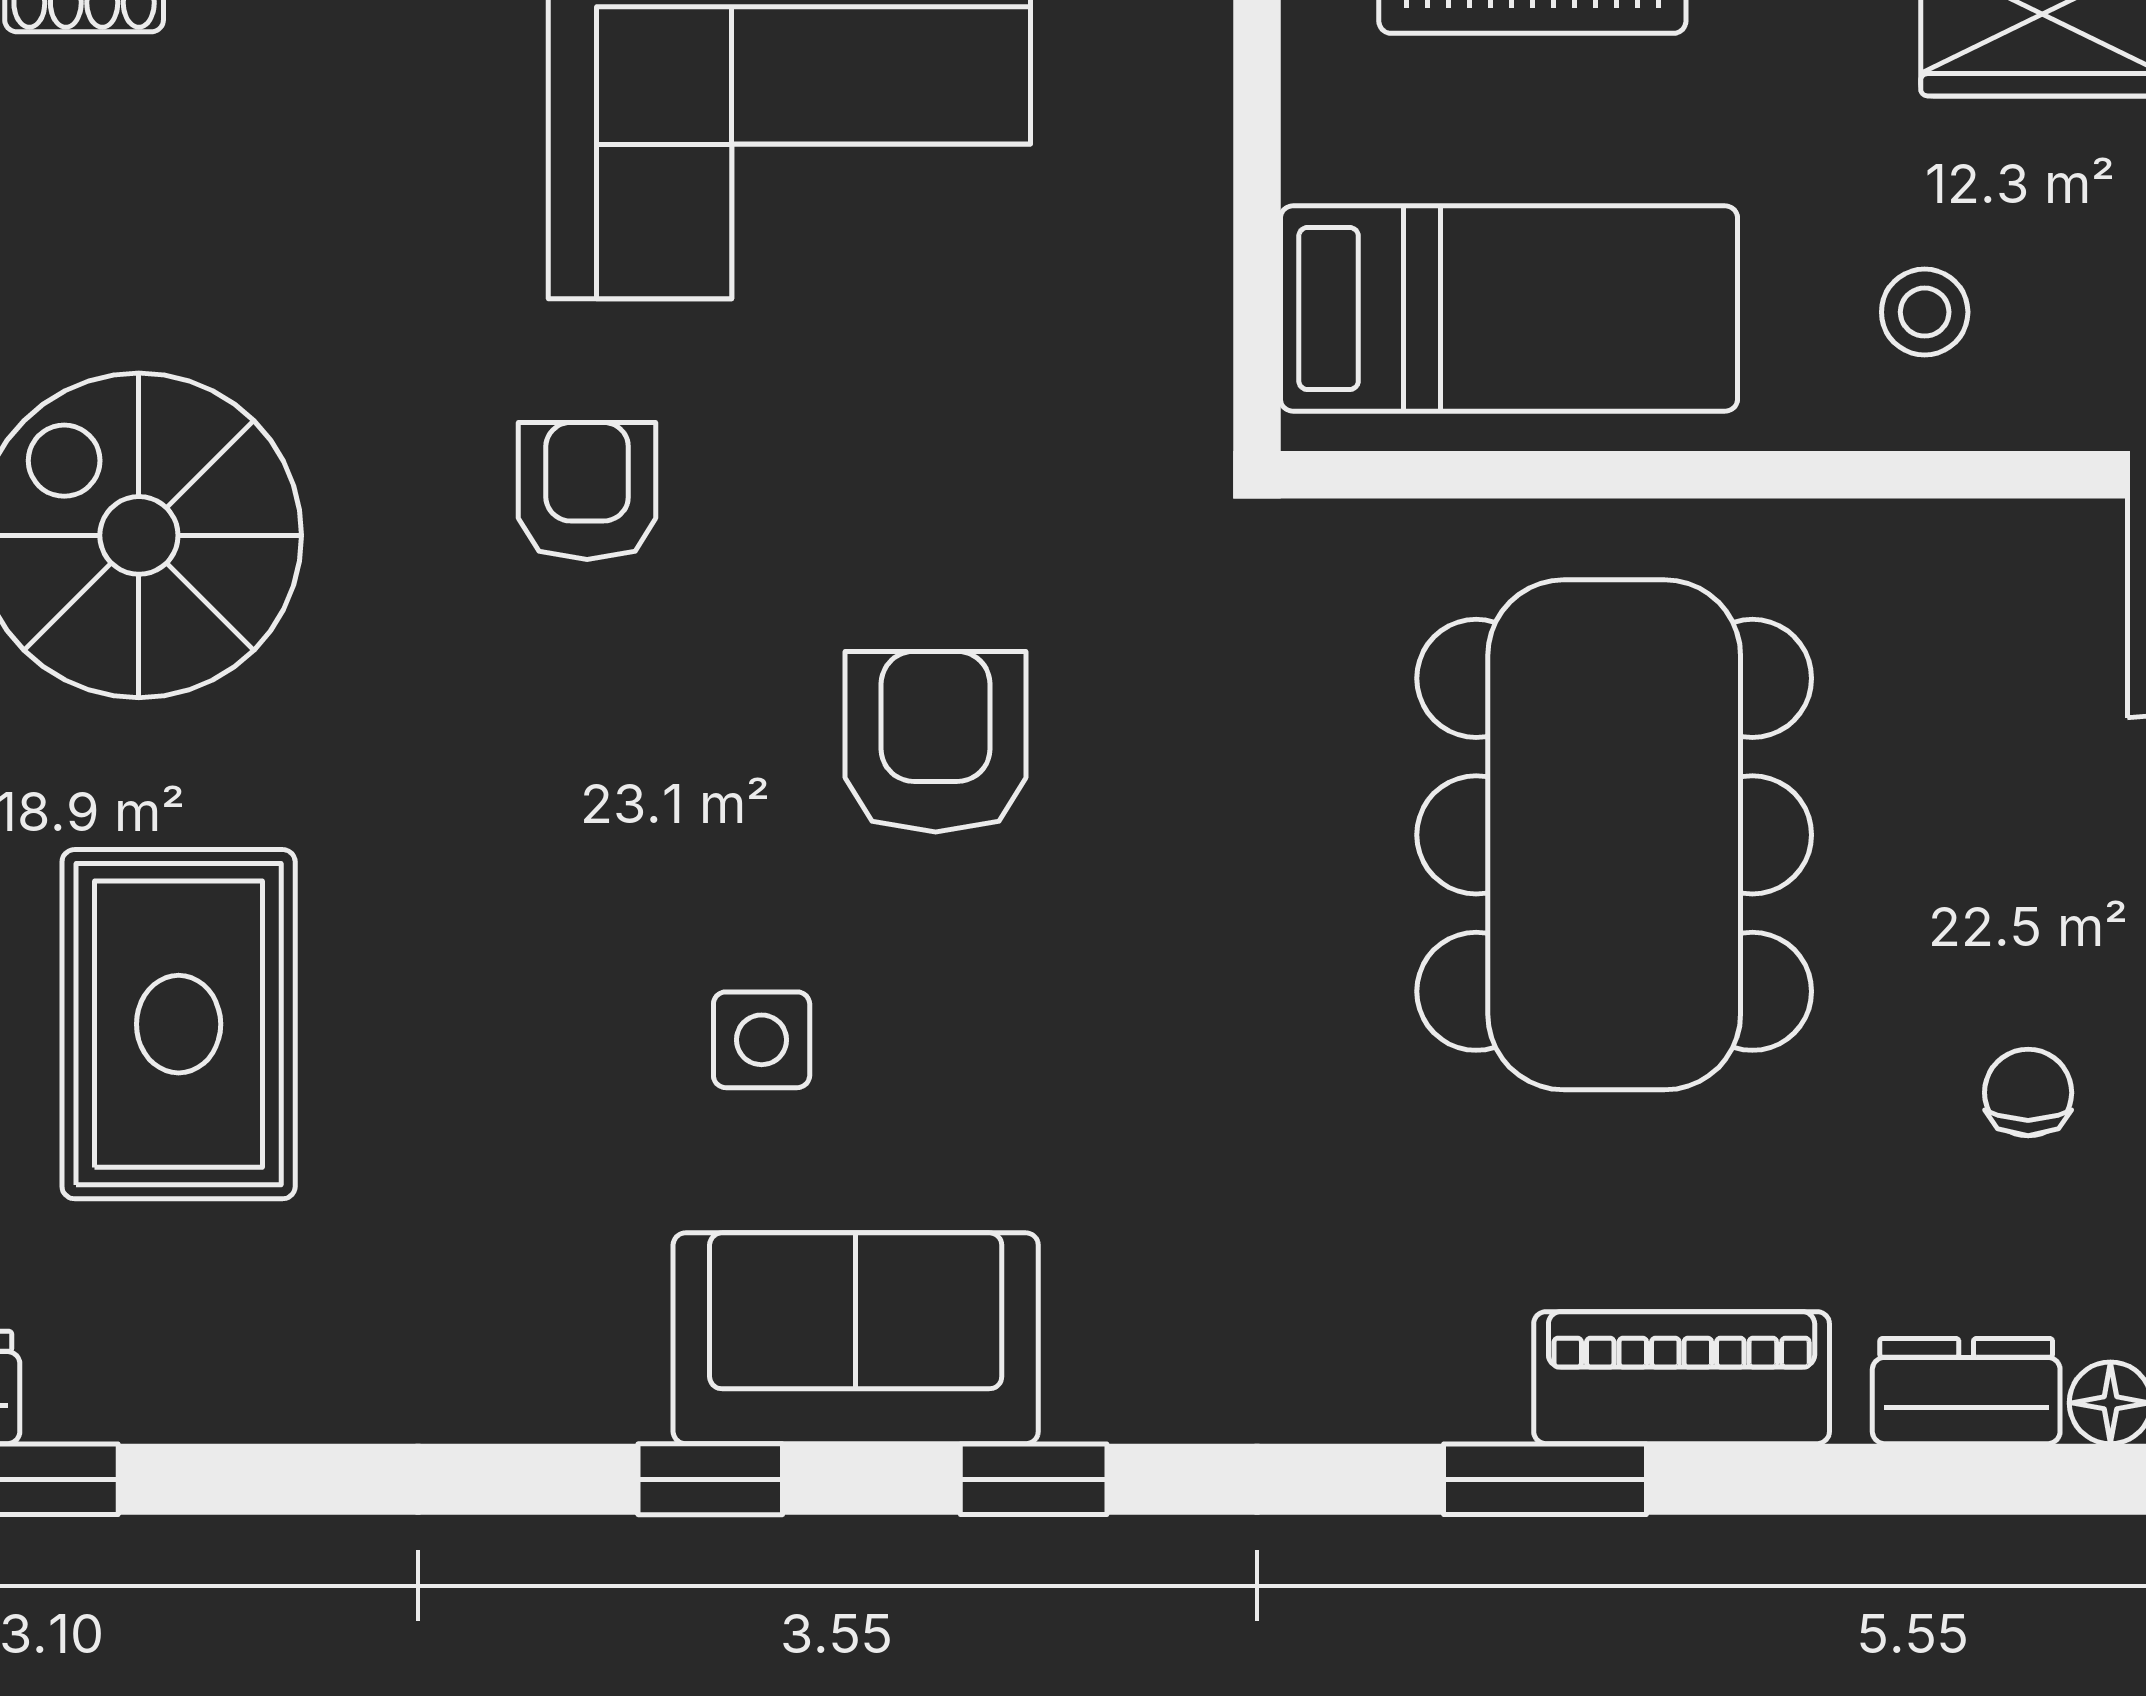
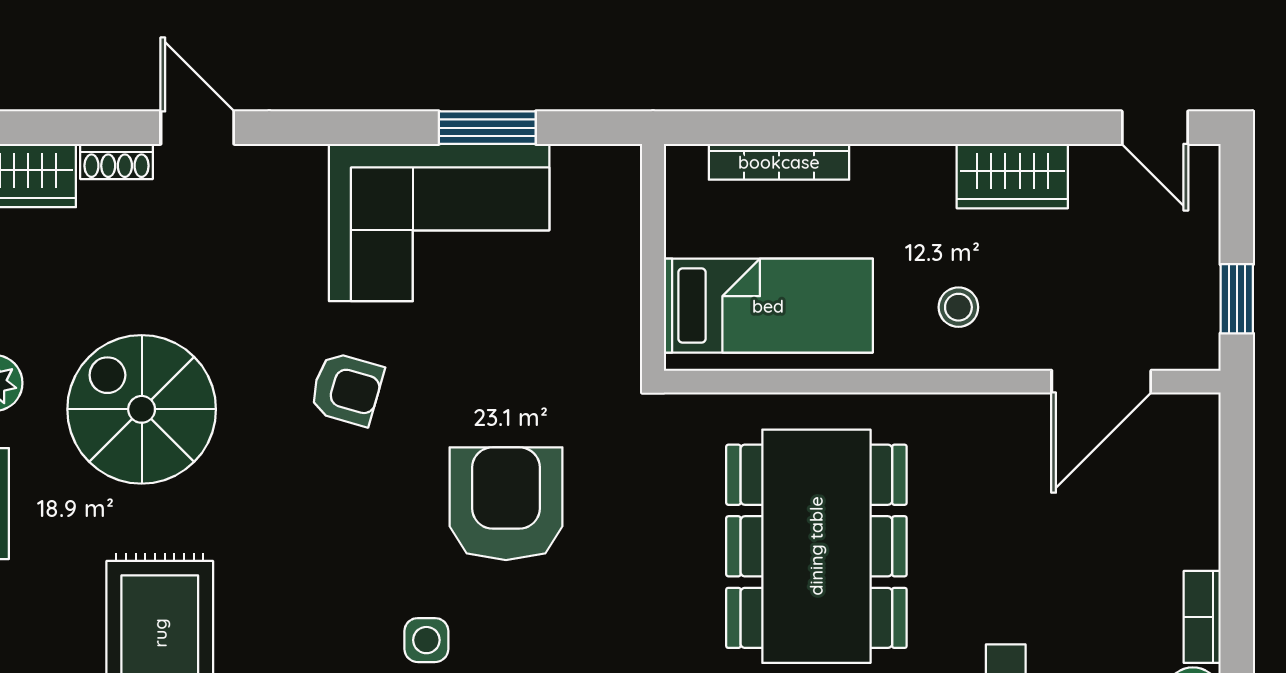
armchair: (587, 491) -> (347, 389), turned 106
armchair: (936, 742) -> (506, 504), width x1.36, depth x1.36

